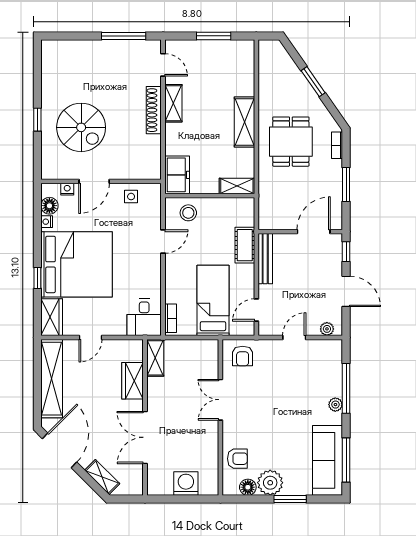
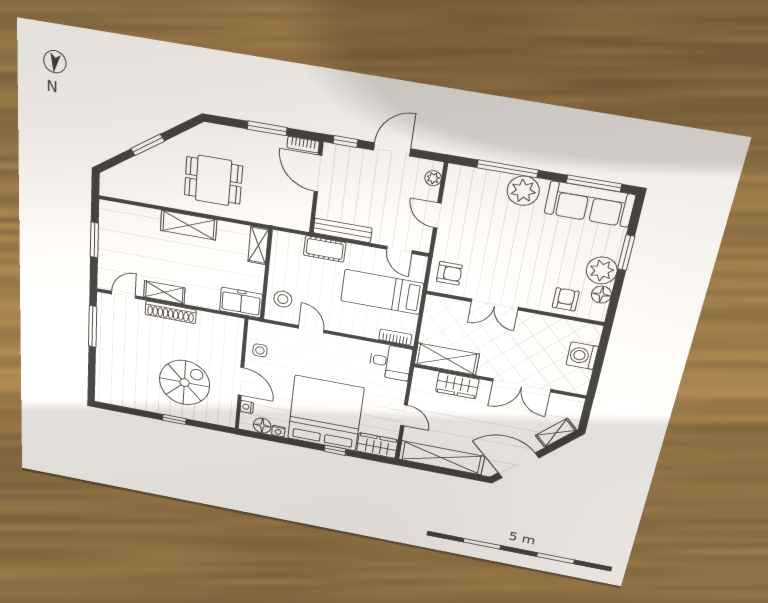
bookcase: (337, 145) -> (303, 145), moved
shelving: (155, 358) -> (447, 359), width x1.50, depth x1.33
plant: (335, 405) -> (523, 191), width x1.88, depth x1.88

